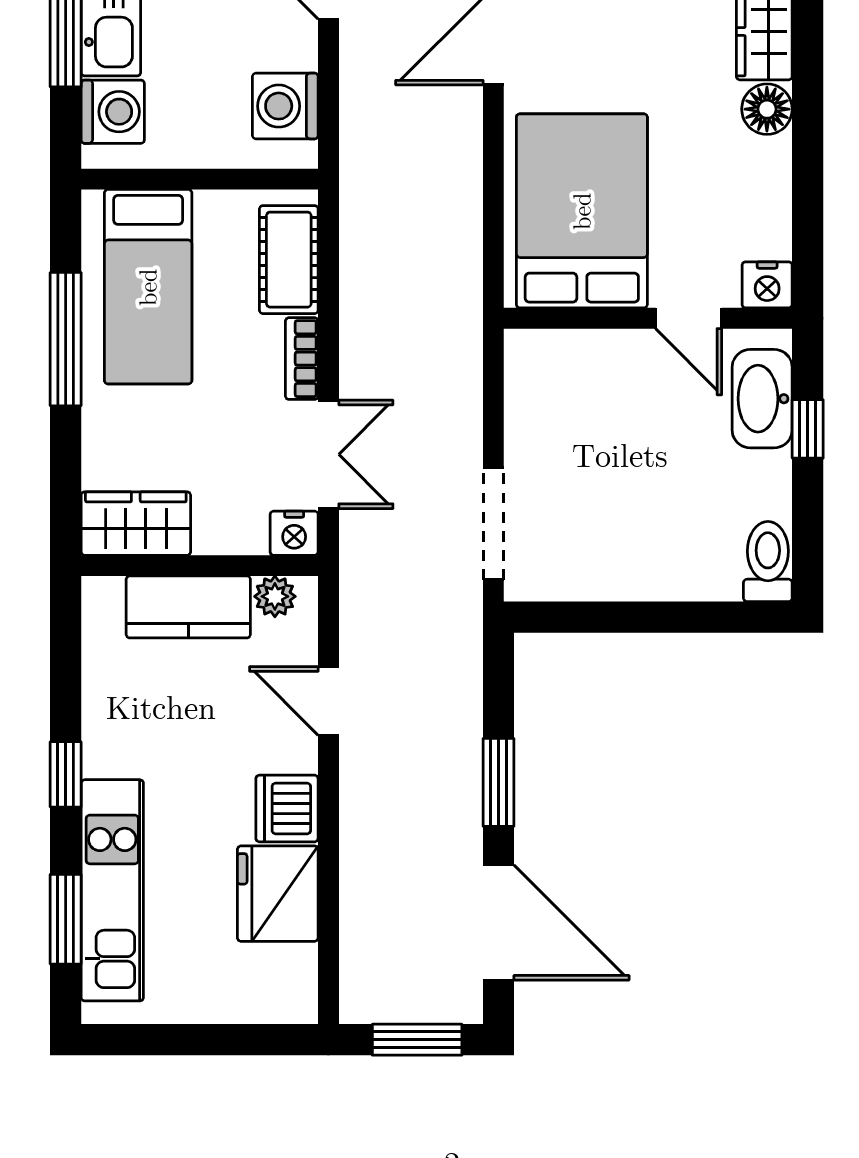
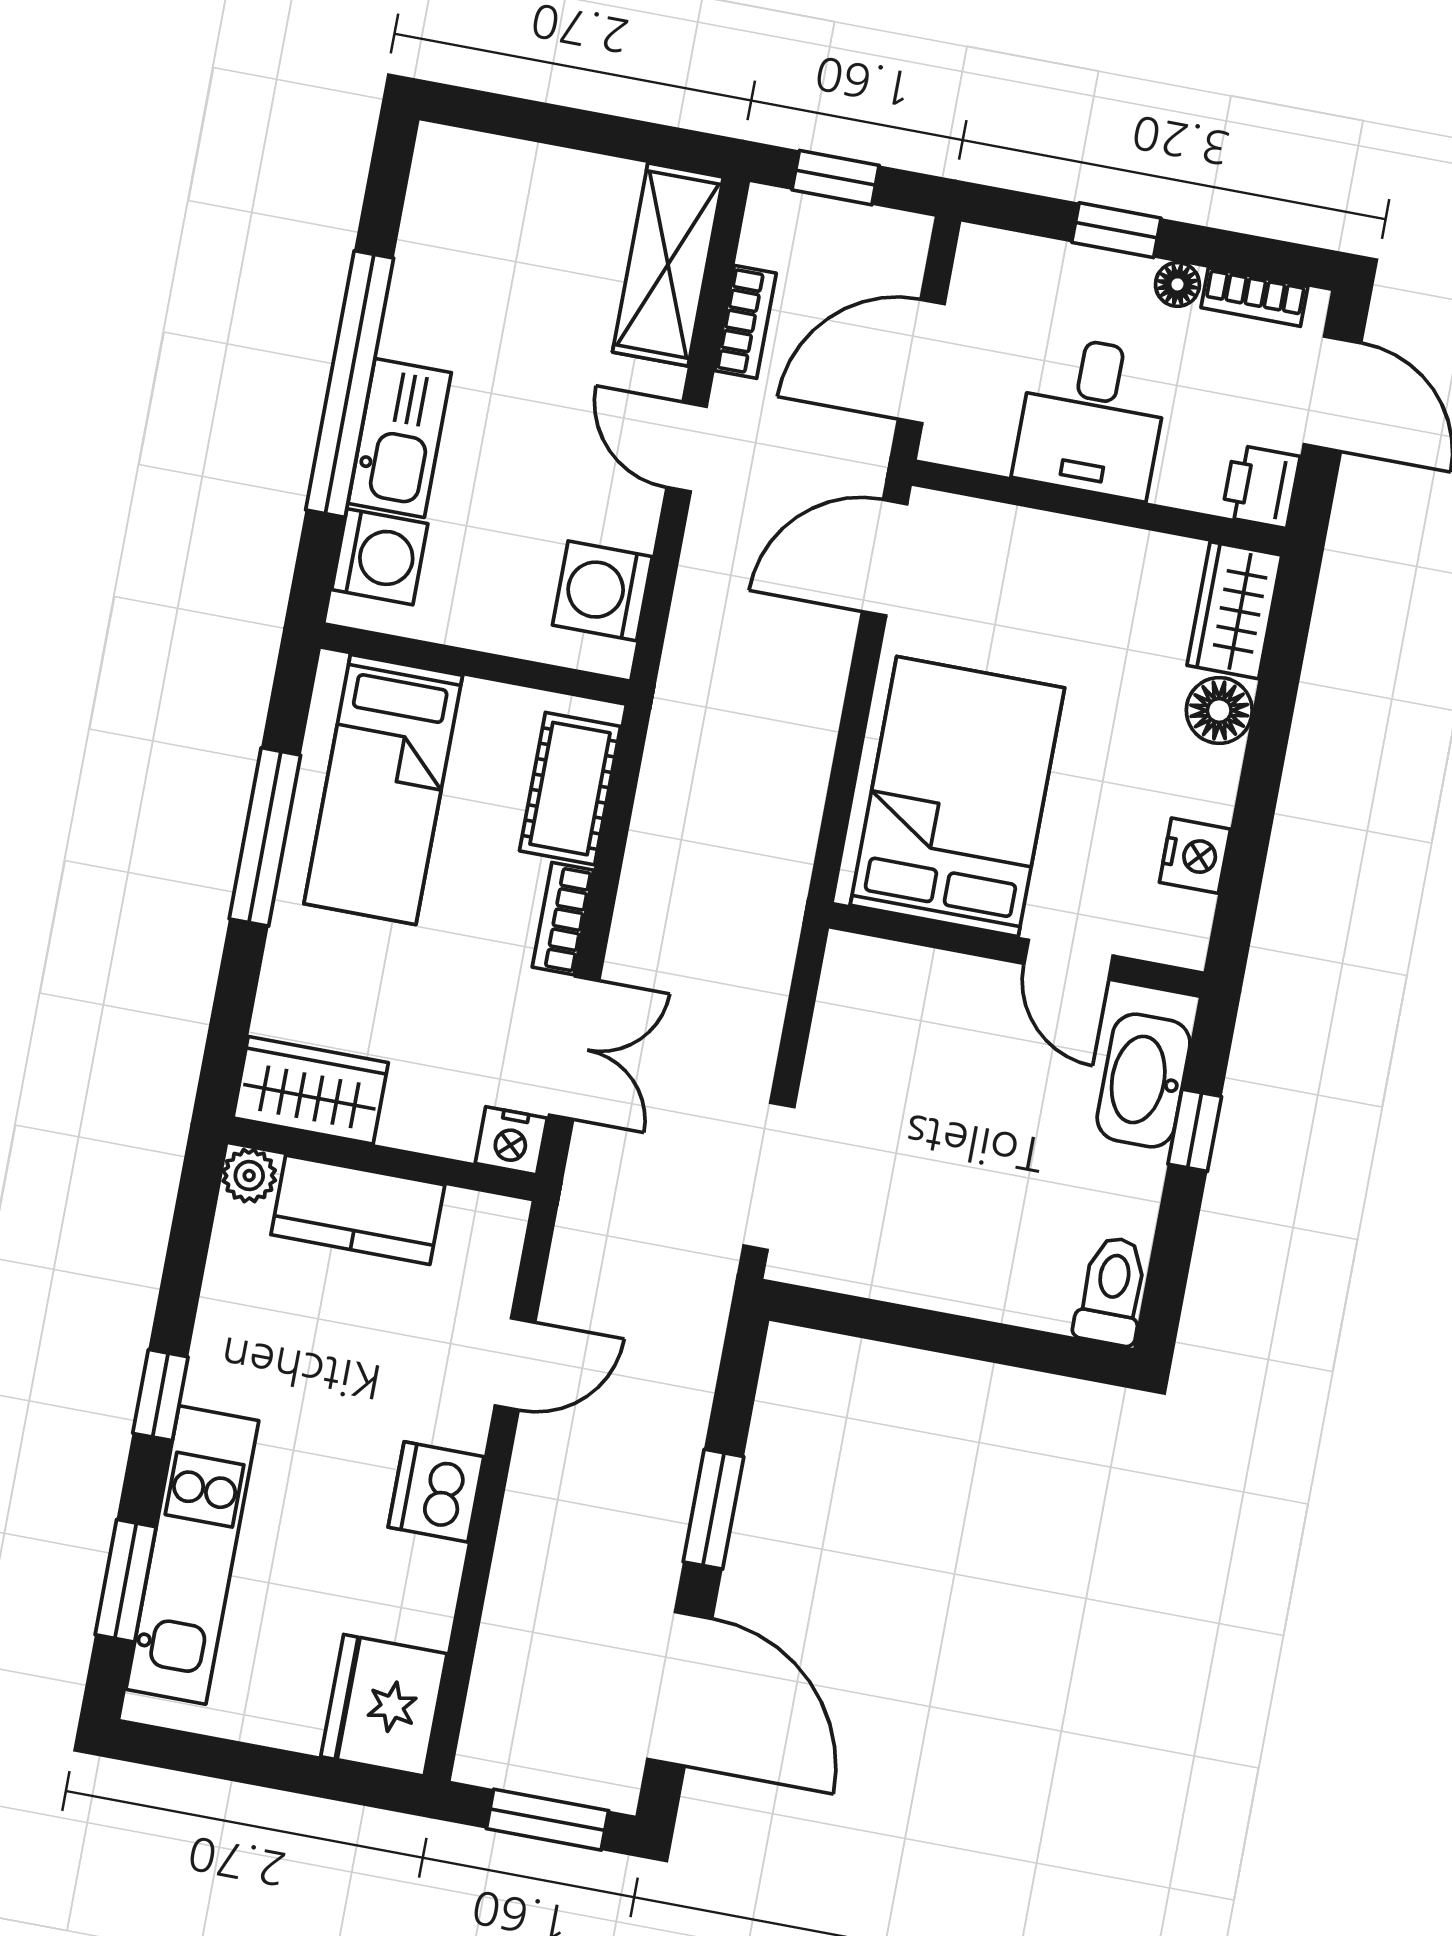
nightstand: (767, 285) -> (1195, 856), moved, turned -90
plant: (275, 596) -> (249, 1176), moved
door: (328, 701) -> (515, 1364), swing flipped
fridge: (278, 894) -> (384, 1705), moved

